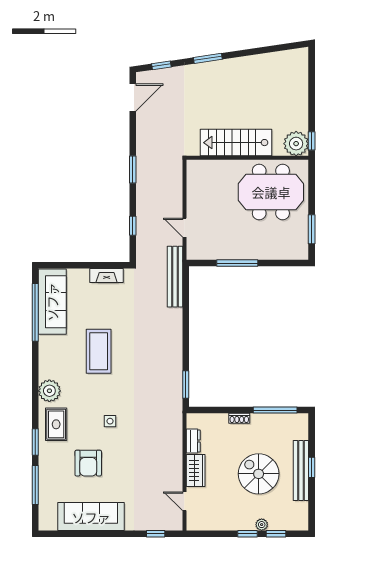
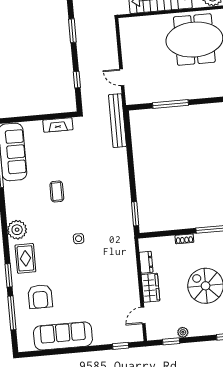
coffee table: (99, 351) -> (57, 191), width x0.54, depth x0.58
side table: (110, 421) -> (79, 239), moved
armchair: (88, 463) -> (40, 297), moved
door: (184, 501) -> (143, 315), hinge flipped
plant: (262, 525) -> (183, 332), moved
window: (247, 534) -> (171, 341), moved

